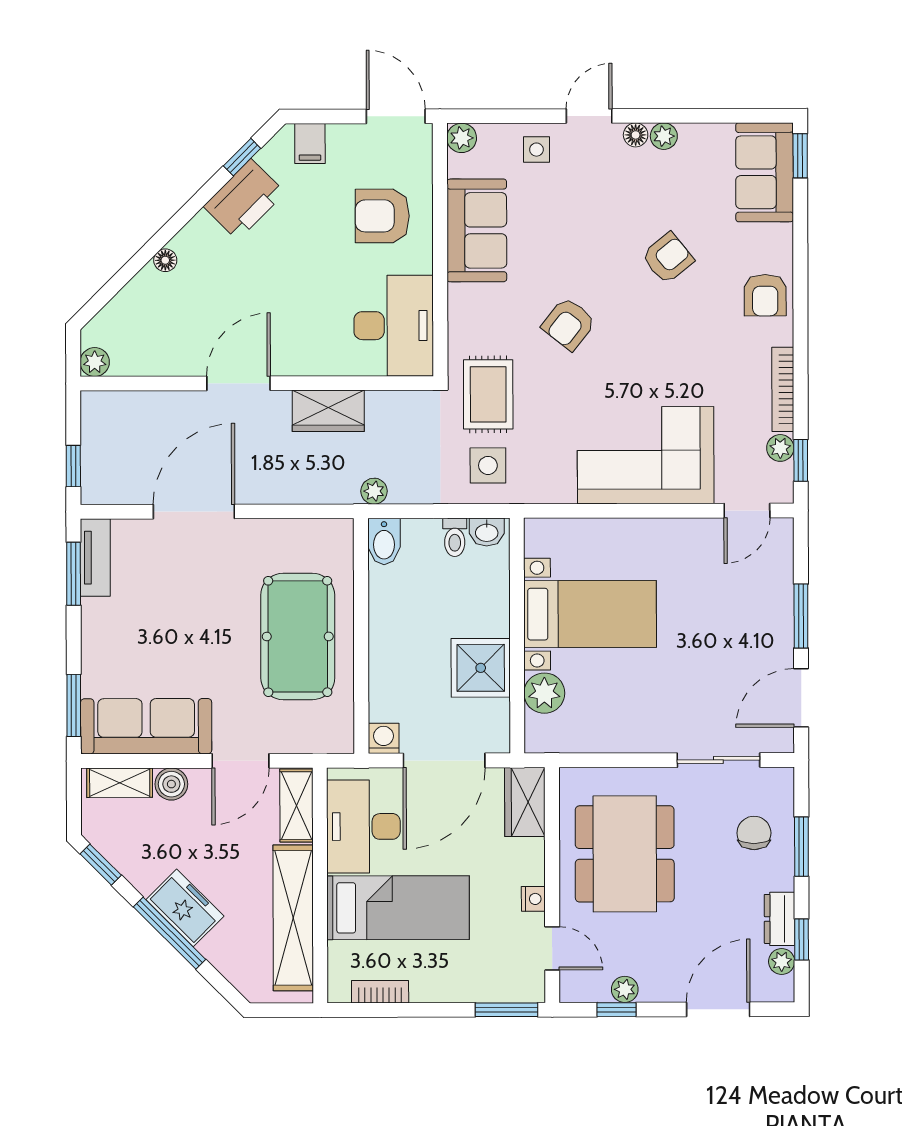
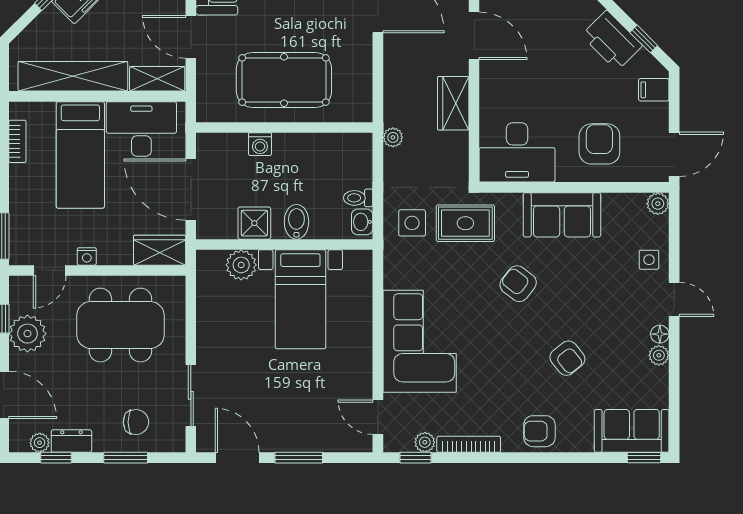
sofa: (477, 230) -> (562, 215), moved
bidet: (384, 541) -> (296, 222), moved, turned 90
shower: (481, 668) -> (254, 223), width x0.73, depth x0.73
washing machine: (384, 738) -> (260, 144), moved, turned 90
plant: (625, 989) -> (27, 334), width x1.88, depth x1.88

